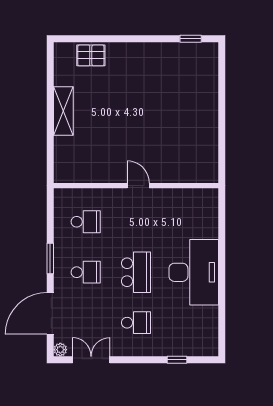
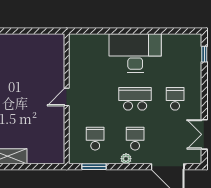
window: (50, 259) -> (94, 167), moved
plant: (60, 350) -> (126, 159), moved
window: (177, 360) -> (204, 54), moved

